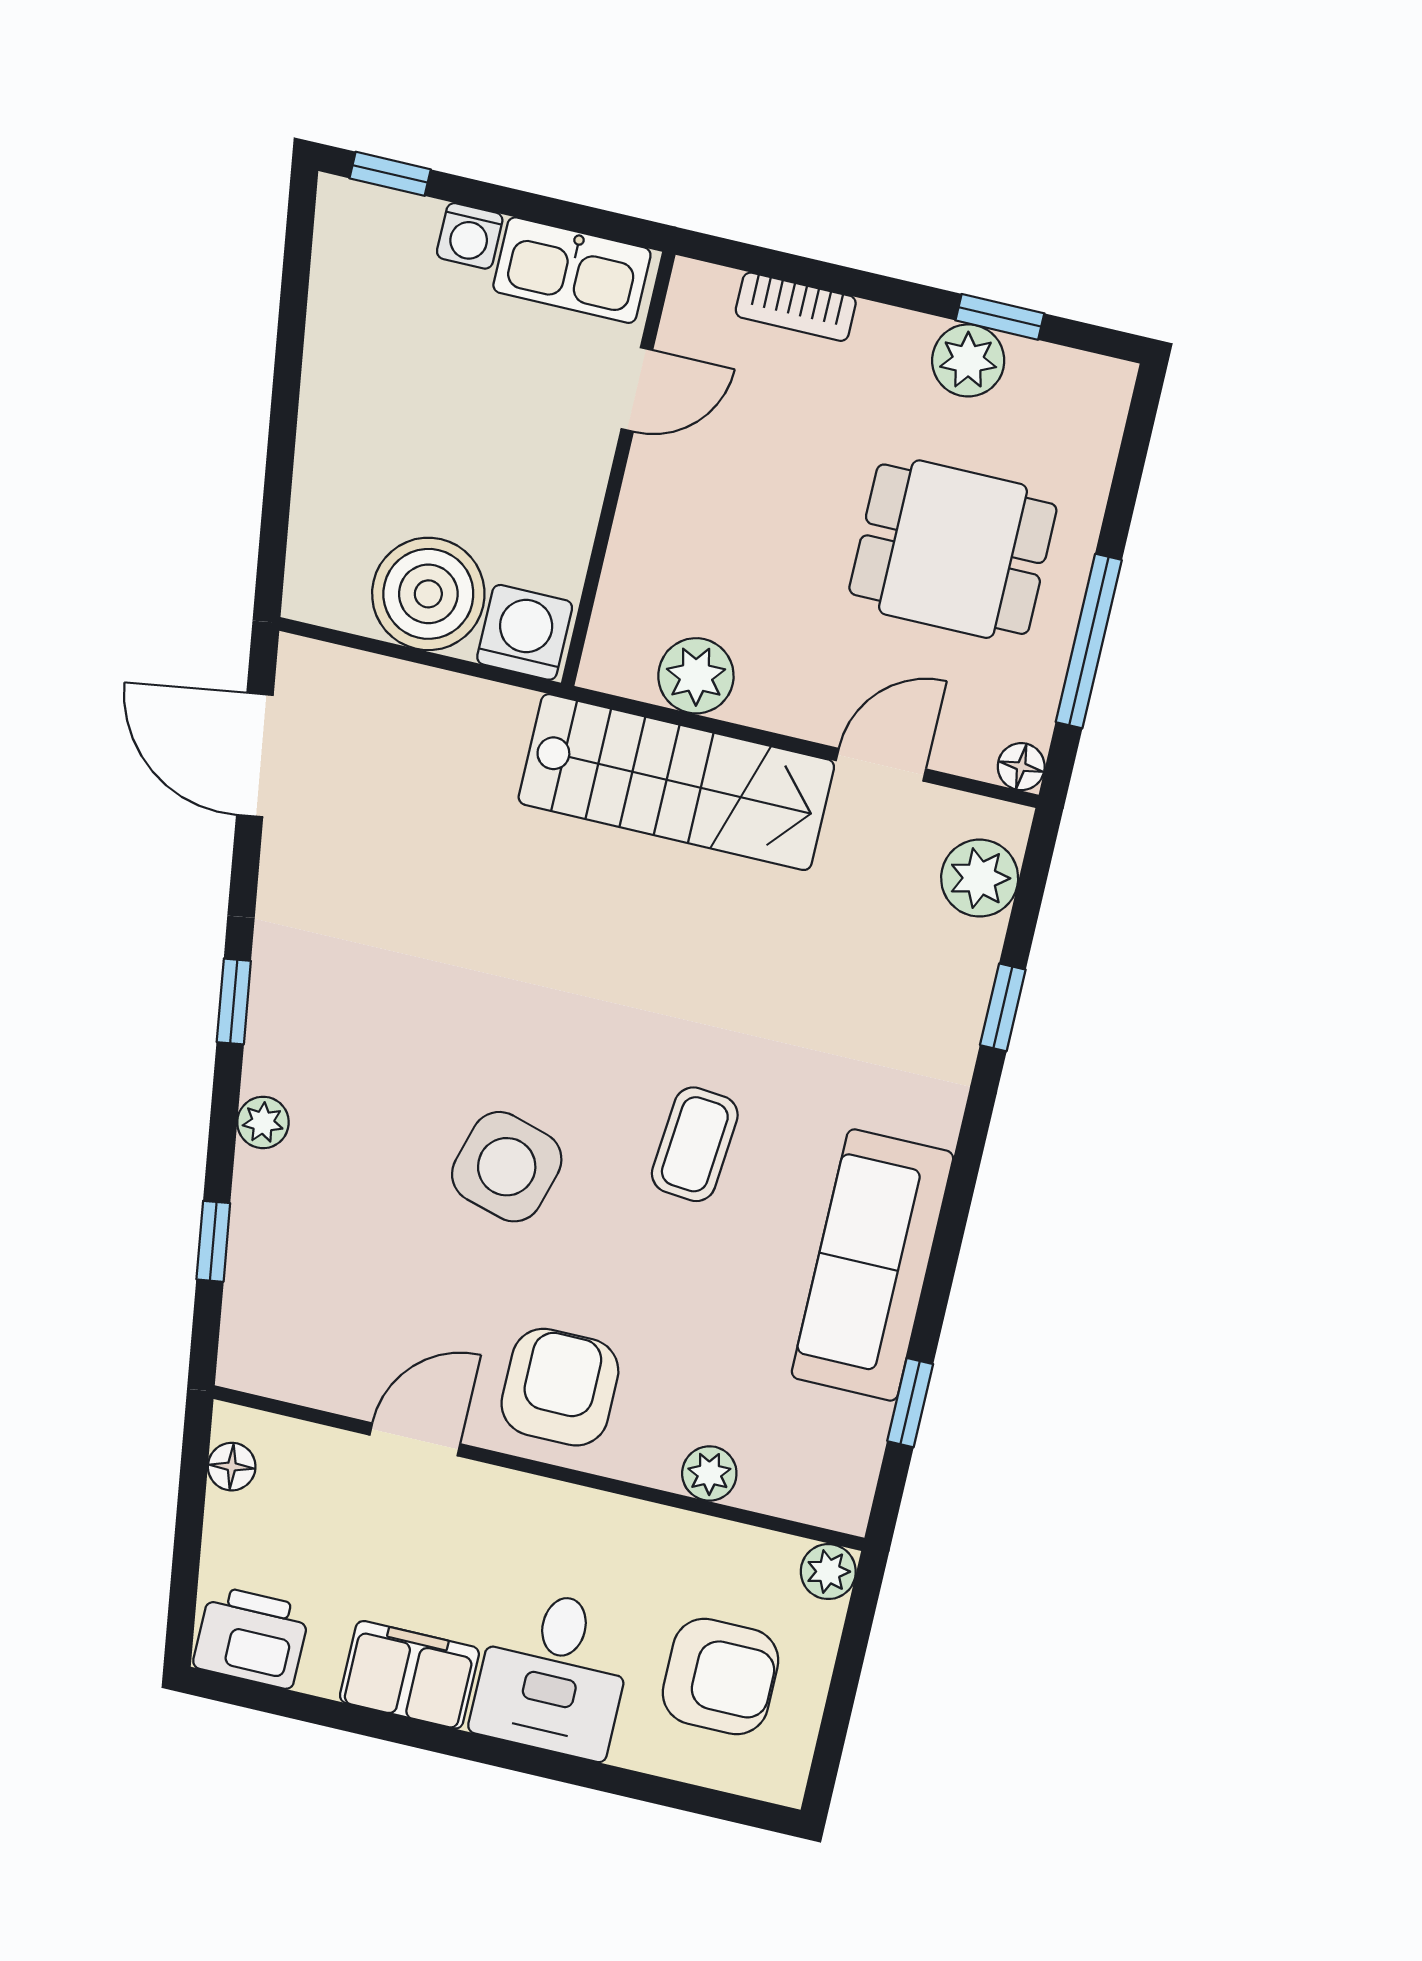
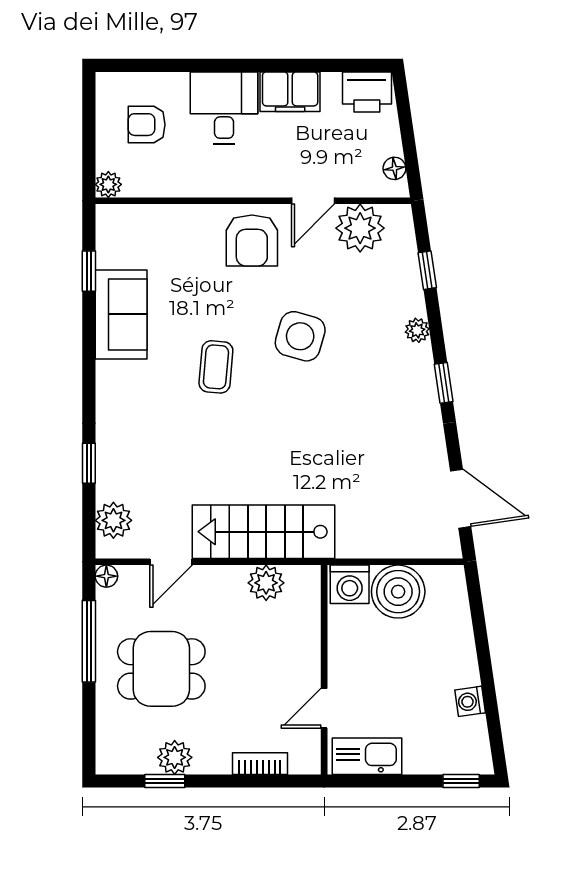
washing machine: (470, 236) -> (470, 701), moved, turned -98
sofa: (872, 1265) -> (121, 314), width x0.73
plant: (709, 1473) -> (360, 228), moved, width x1.88, depth x1.88
armchair: (720, 1676) -> (147, 125), width x0.72, depth x0.72

